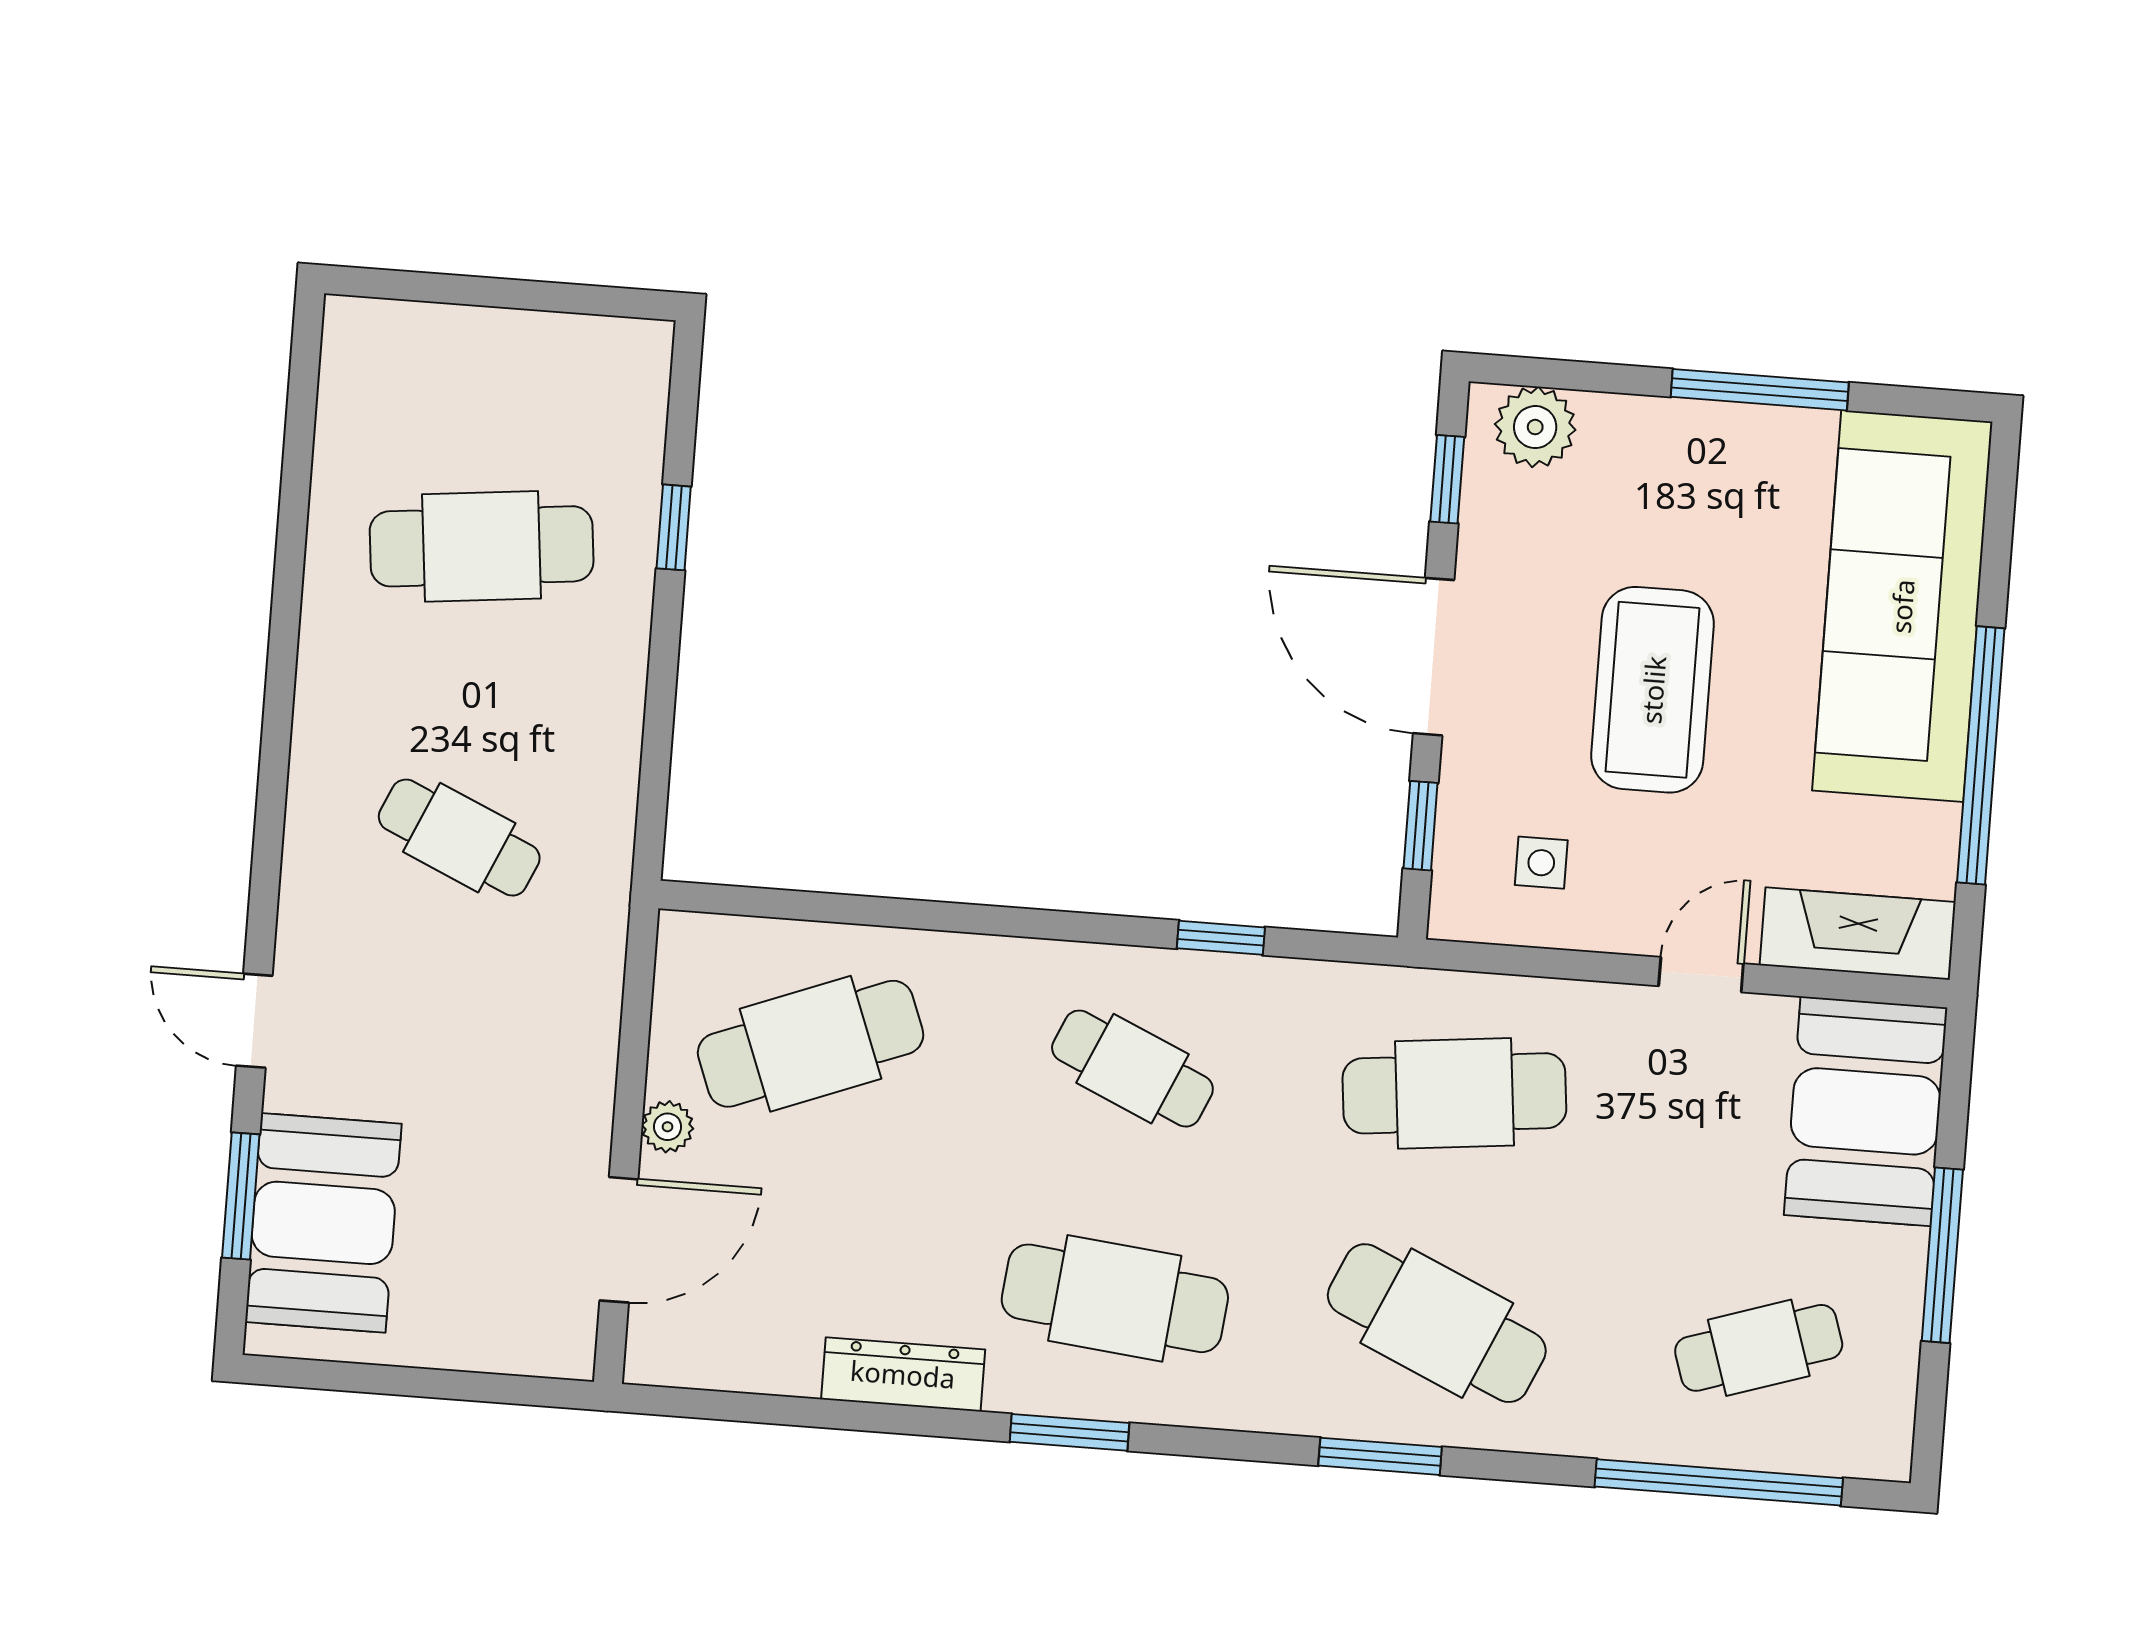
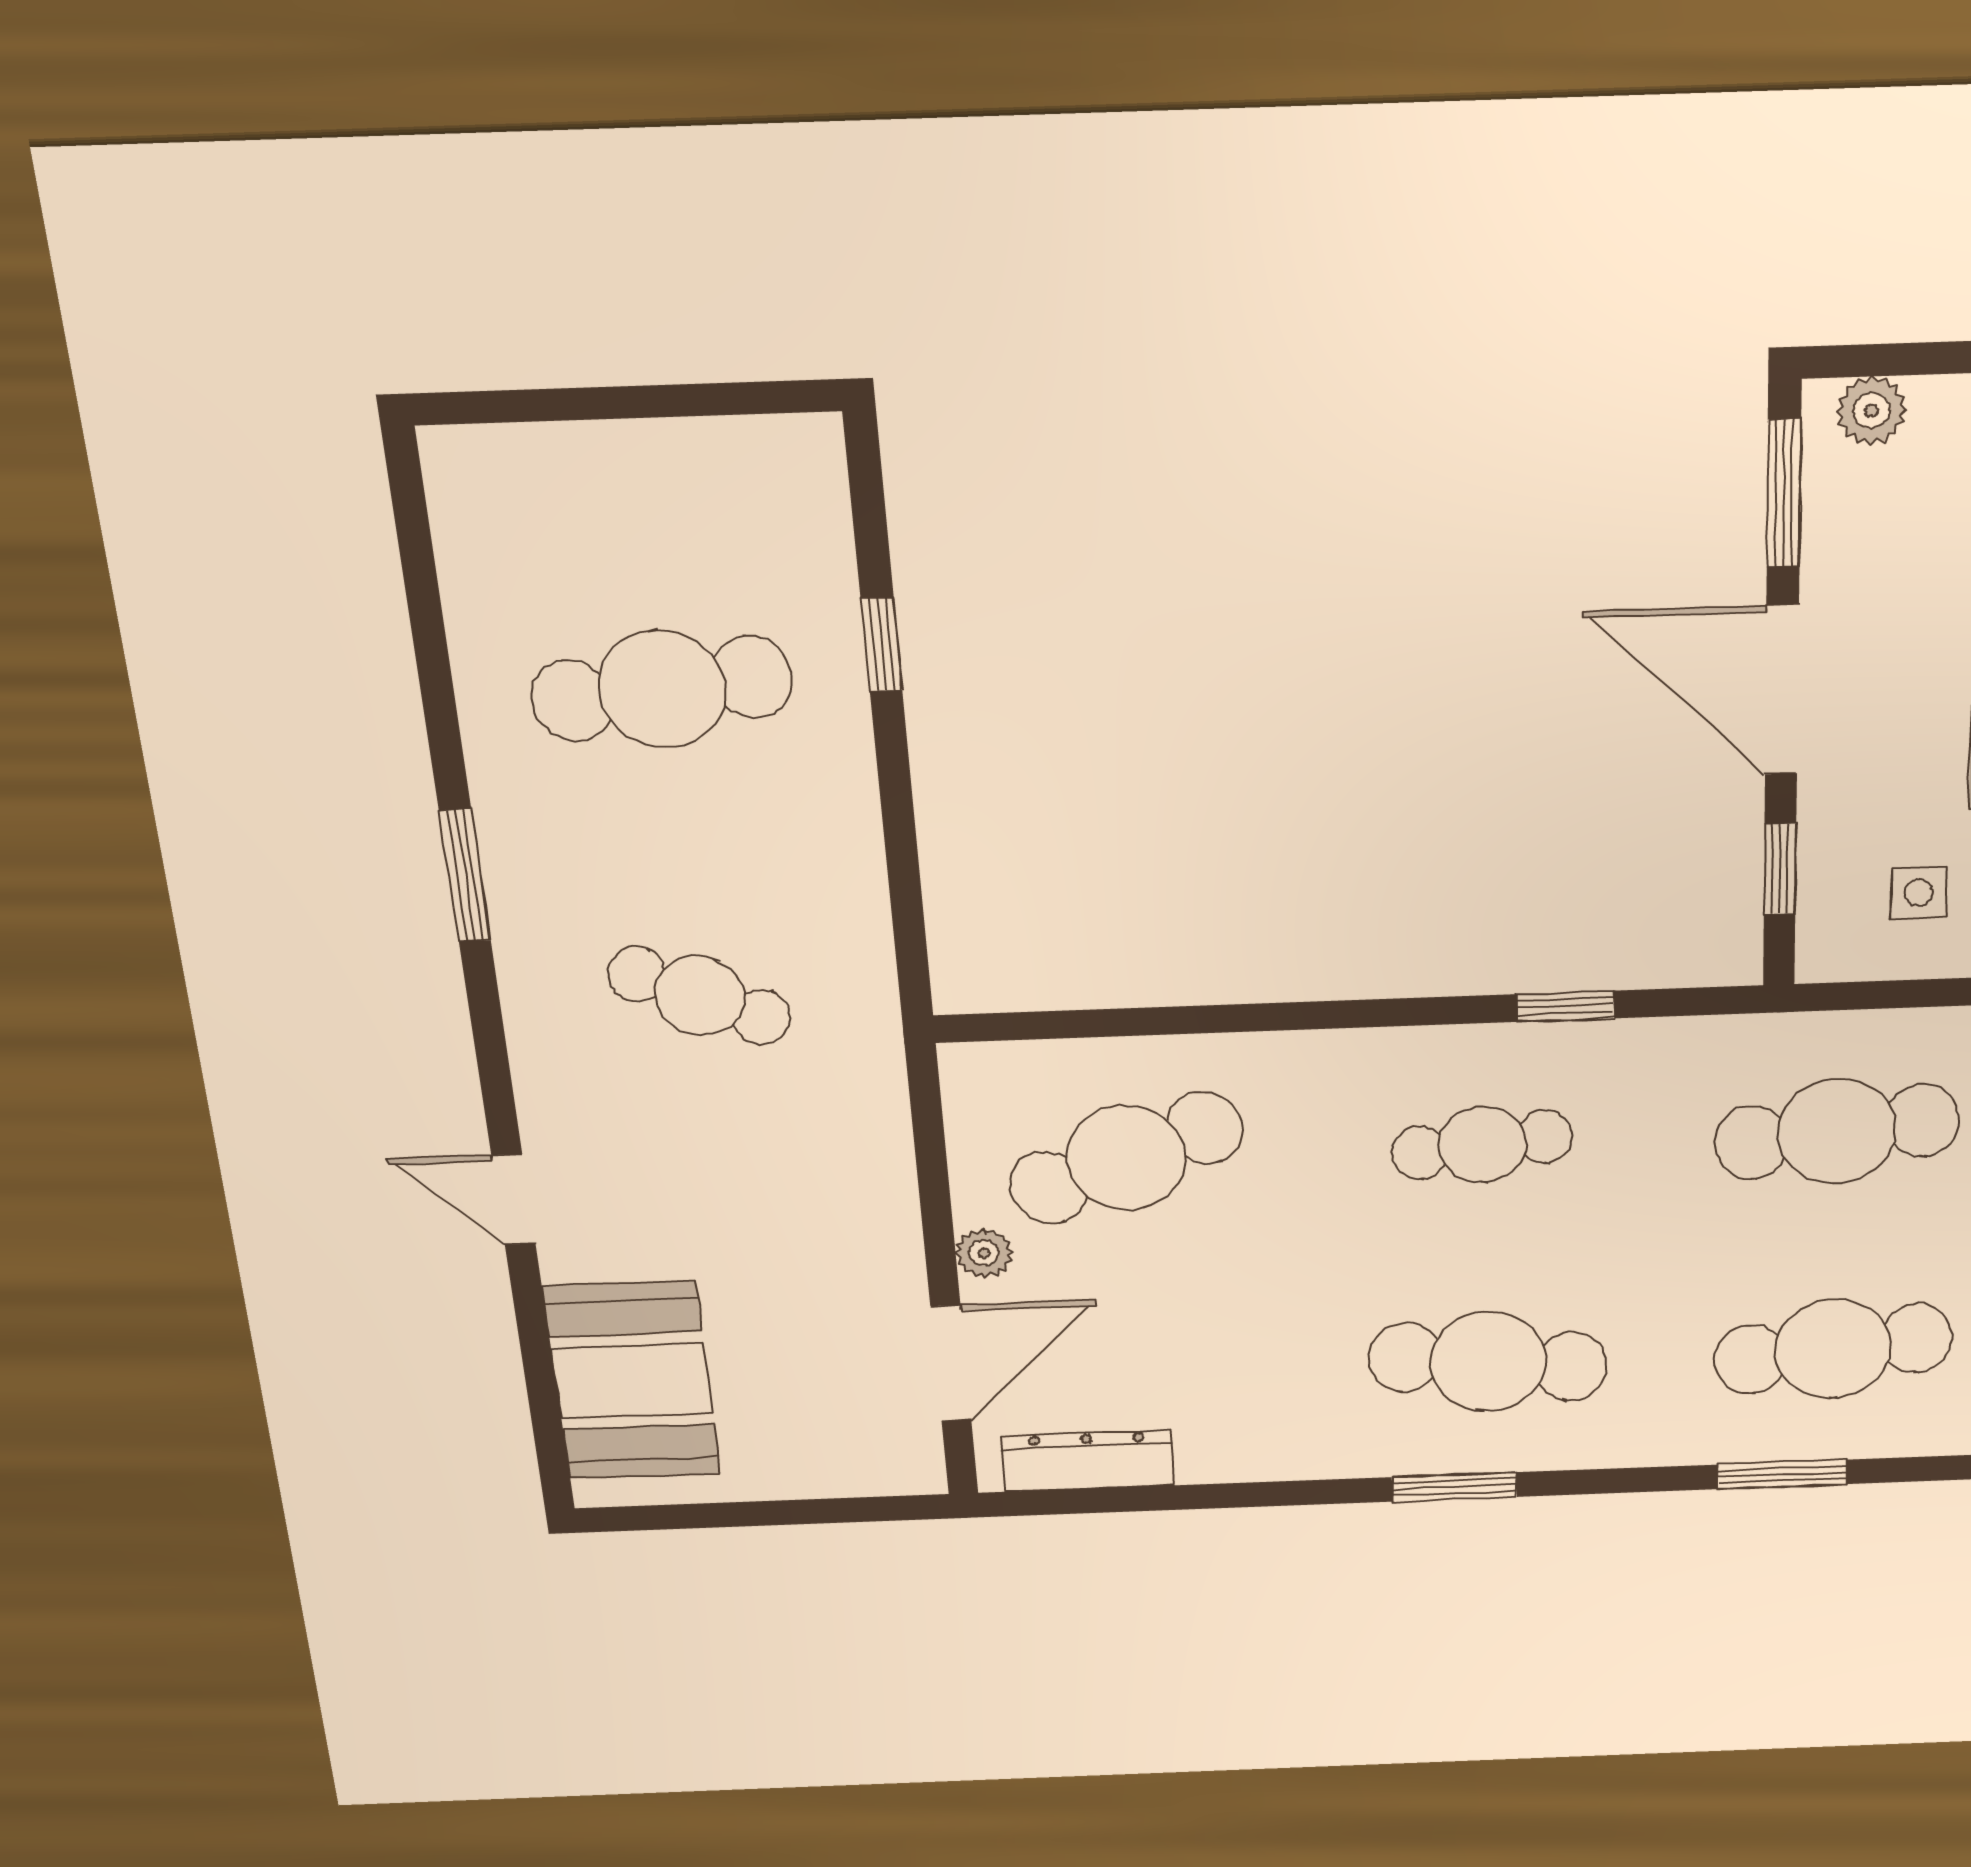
plant: (1535, 427) -> (1871, 411), width x0.73, depth x0.73
window: (1447, 479) -> (1784, 493), width x1.50
cafe table: (1132, 1069) -> (1482, 1145), turned -30
window: (241, 1196) -> (465, 876), moved
cafe table: (1437, 1323) -> (1833, 1349), turned -30
dresser: (903, 1374) -> (1088, 1461), moved

